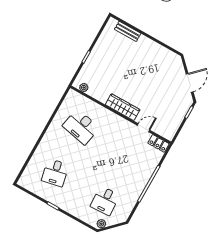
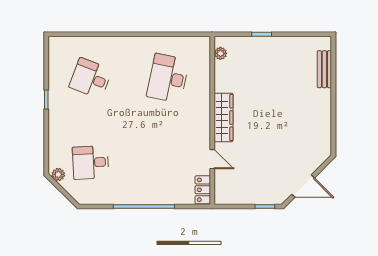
desk: (55, 173) -> (91, 78), turned 33

